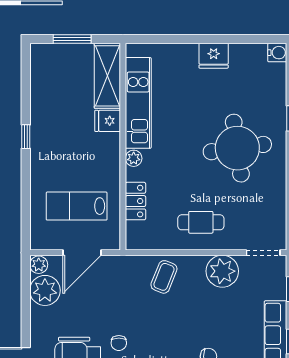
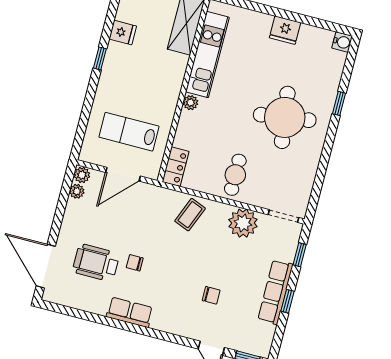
fridge: (108, 121) -> (123, 32), moved, turned 180
locker: (135, 201) -> (176, 167), moved
cafe table: (201, 222) -> (235, 175), turned 90
plant: (45, 290) -> (77, 191), width x0.53, depth x0.53
chair: (119, 343) -> (135, 263), turned 90

